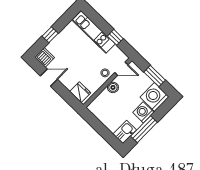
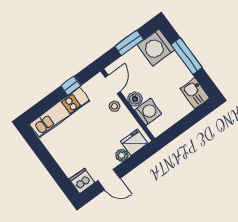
window: (50, 35) -> (54, 169), removed
door: (49, 78) -> (109, 180), swing flipped
plant: (69, 84) -> (122, 155), added
washing machine: (143, 112) -> (148, 112), moved, turned 180
window: (144, 129) -> (187, 56), moved

